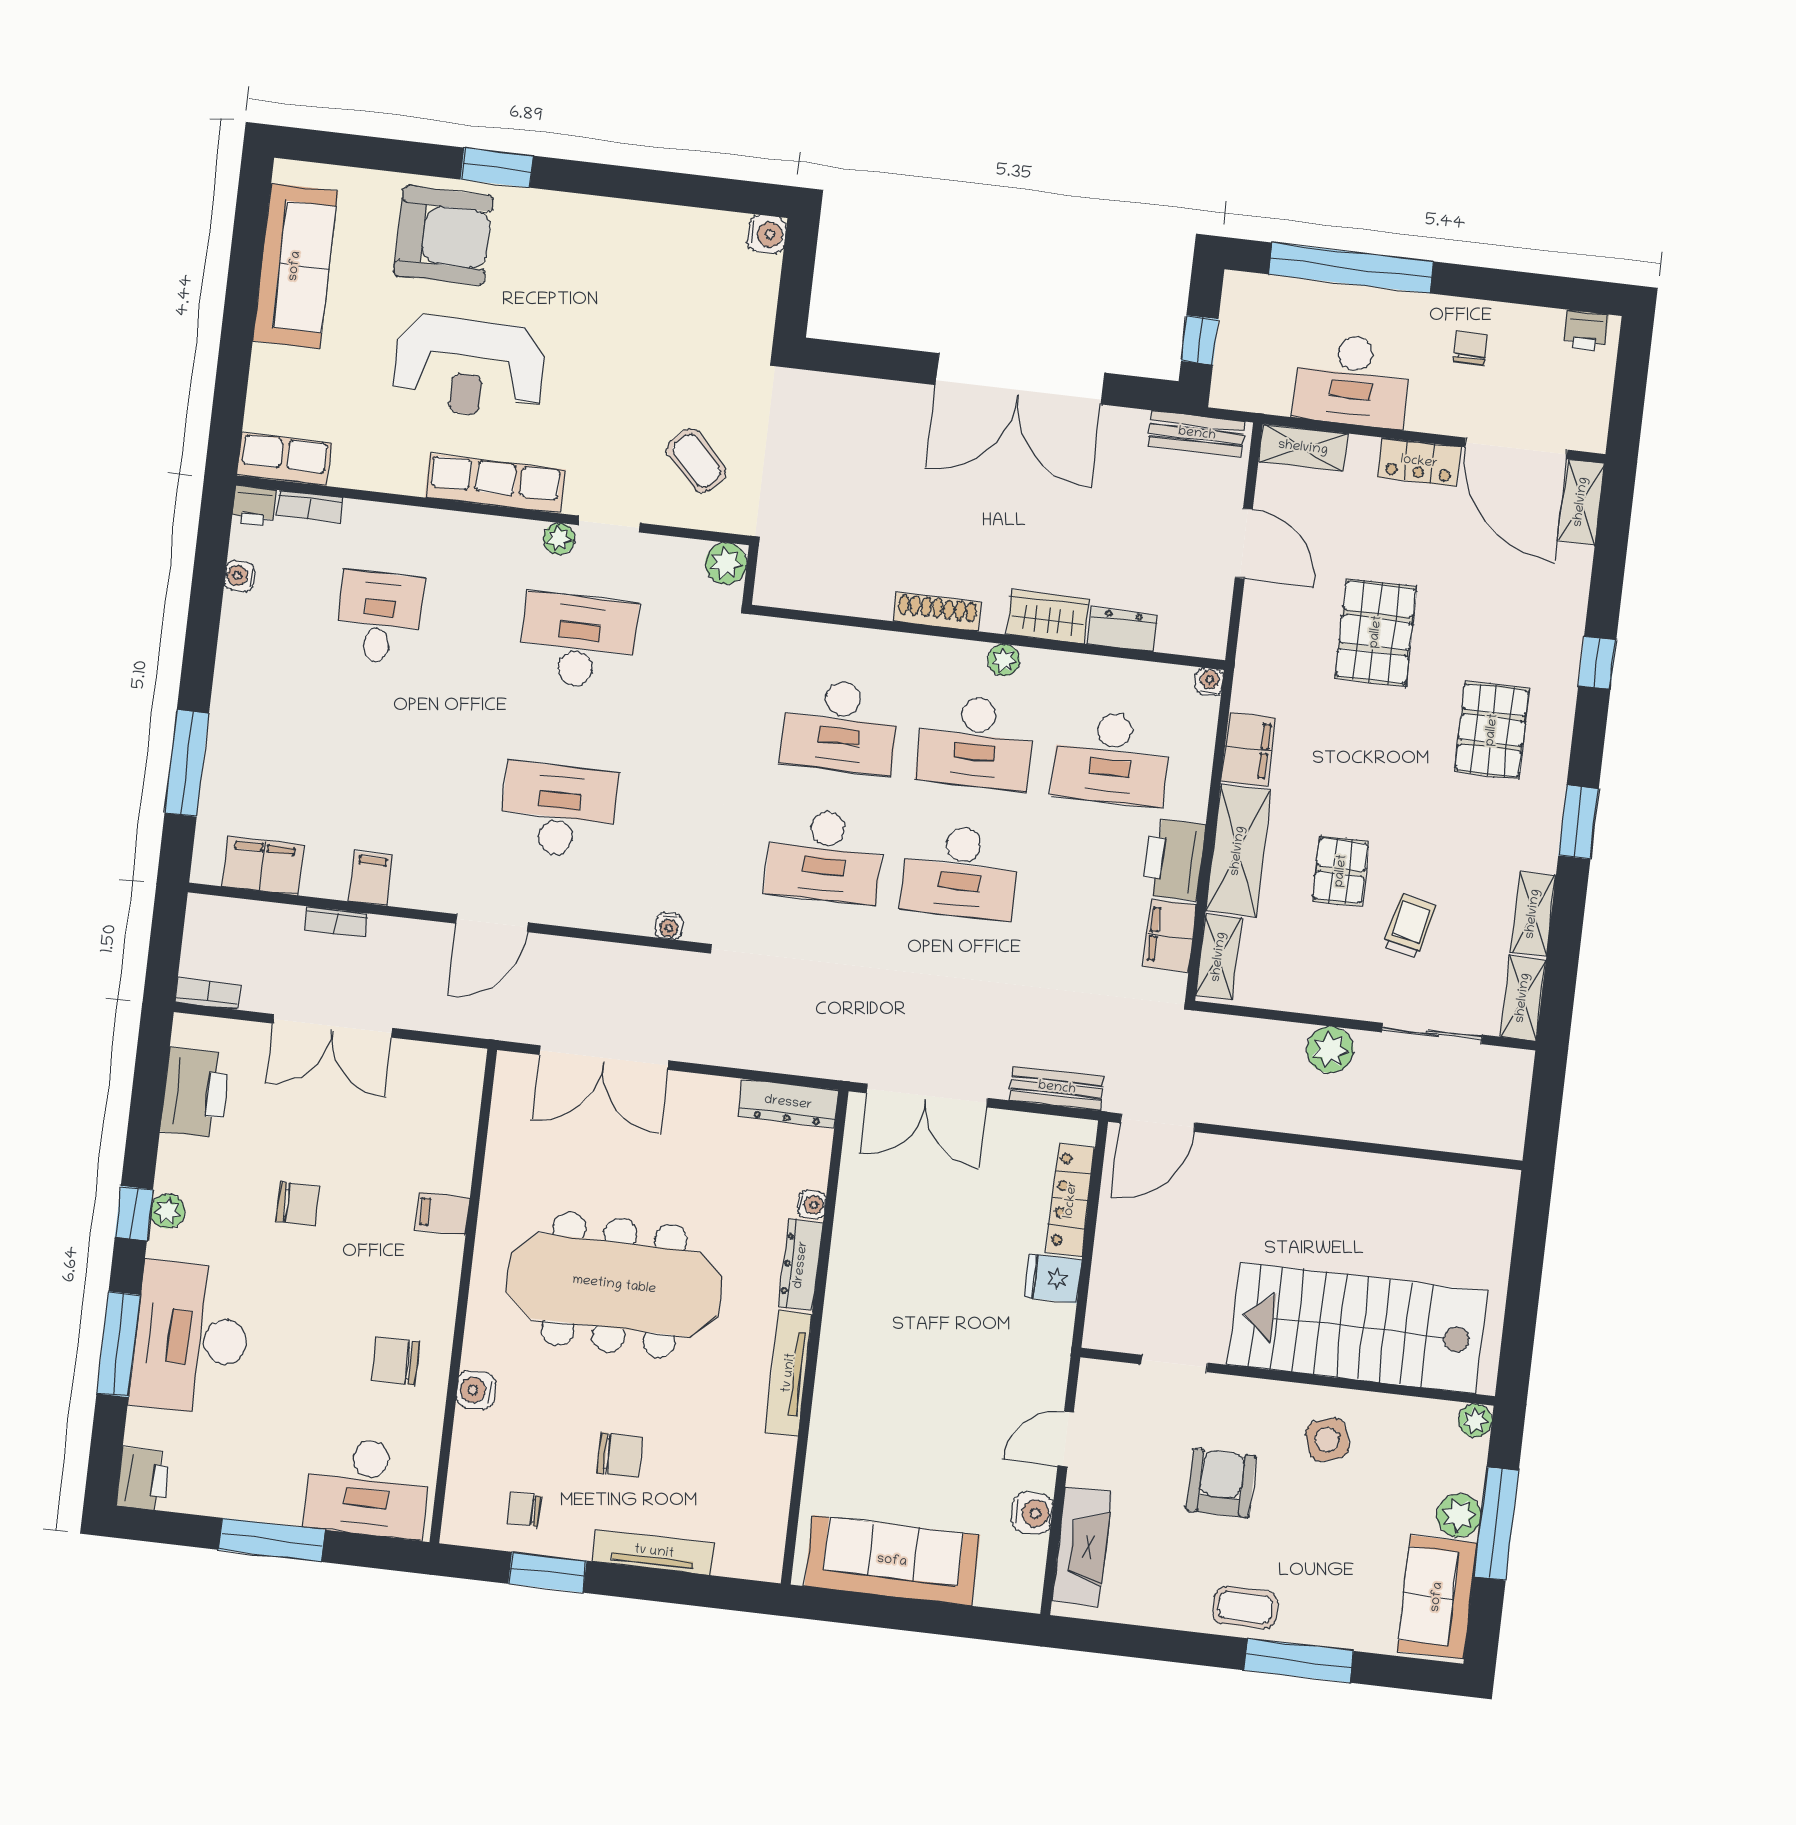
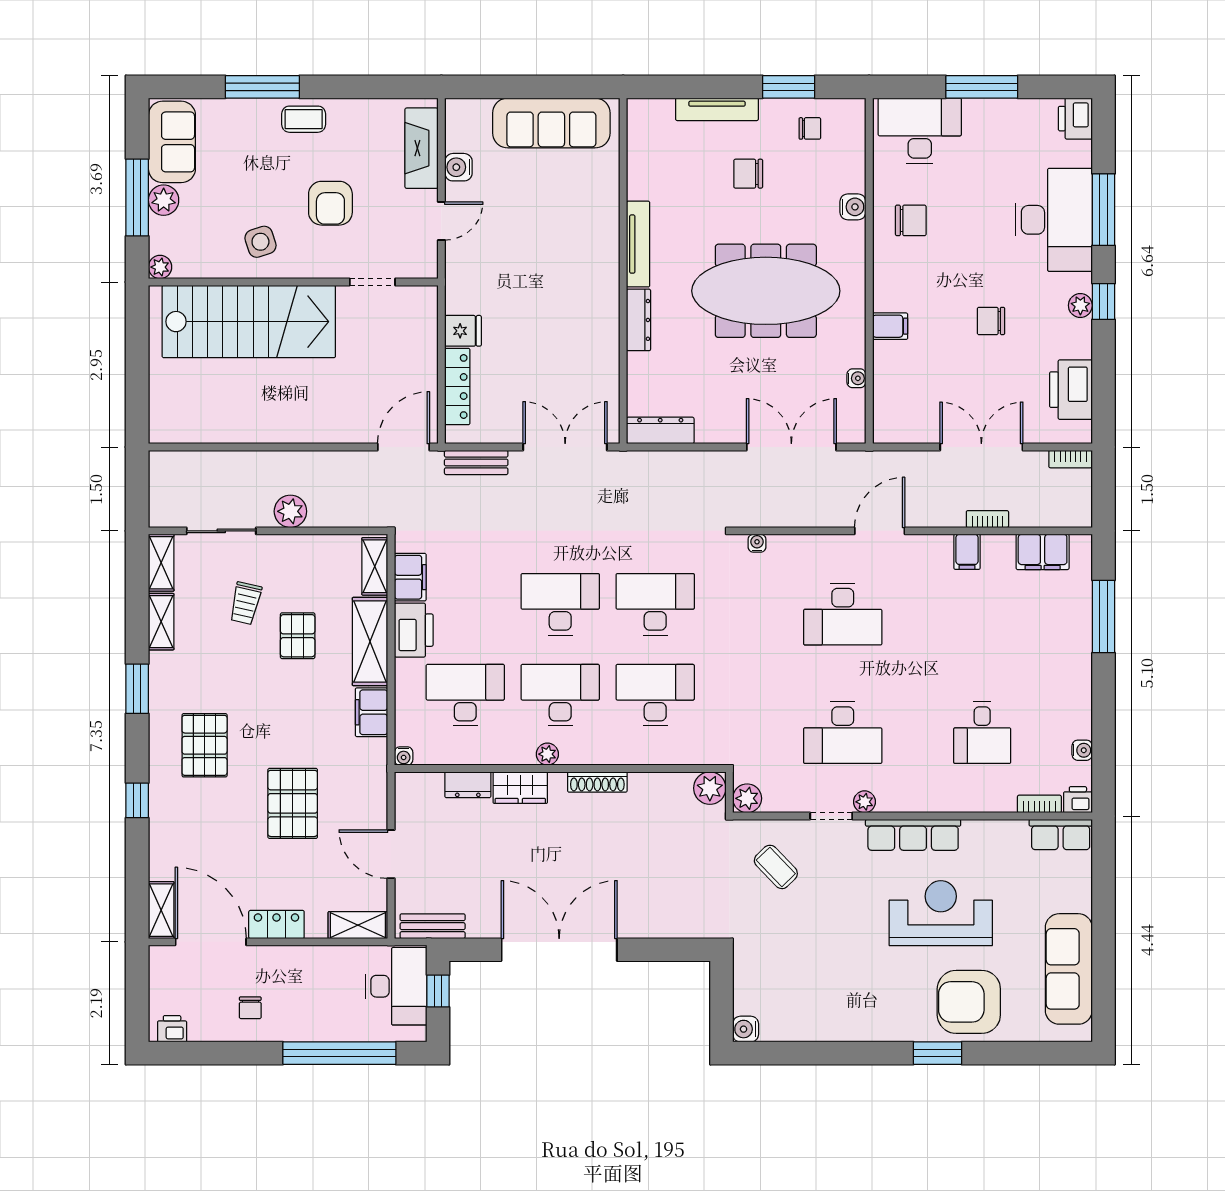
desk: (1352, 380) -> (396, 986), moved, turned 90
plant: (778, 584) -> (710, 788), added
water cooler: (812, 1205) -> (856, 378), moved, turned 180

